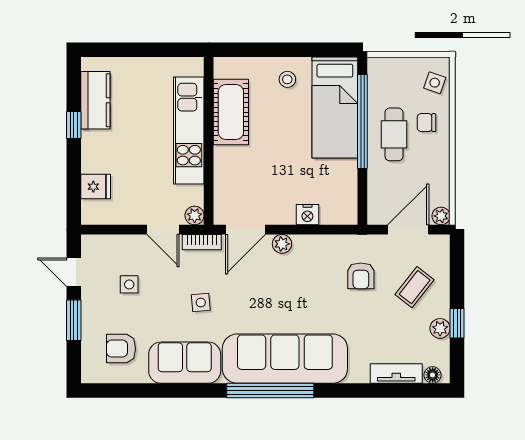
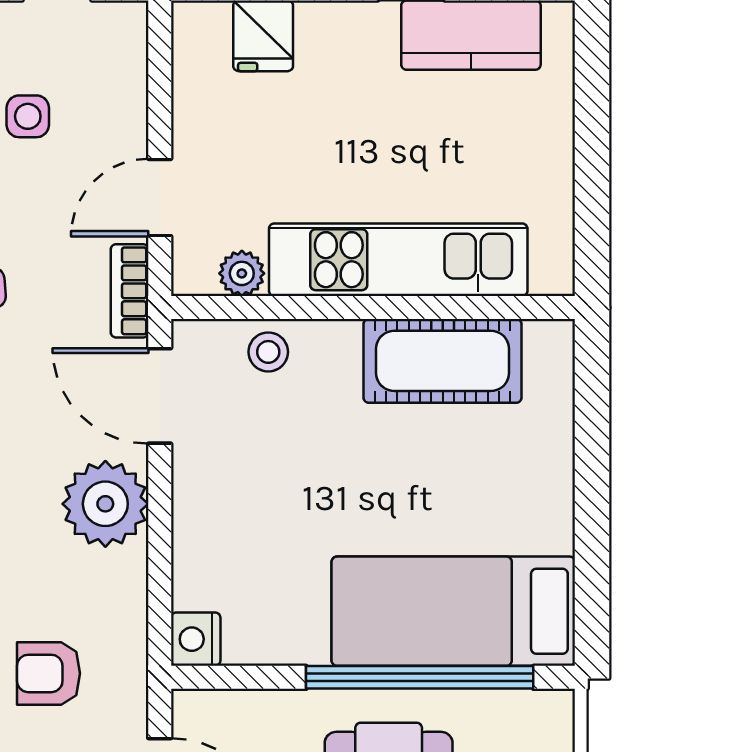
stool: (287, 79) -> (268, 352), moved
plant: (195, 215) -> (242, 273), moved
nightstand: (307, 215) -> (196, 639), moved
plant: (282, 244) -> (105, 504), width x1.88, depth x1.88

